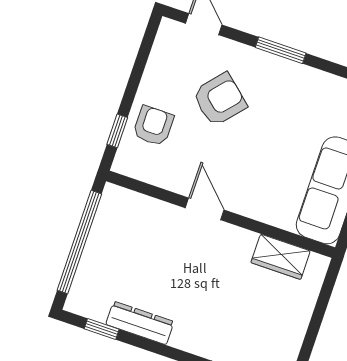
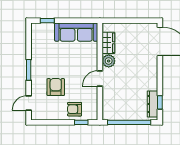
armchair: (220, 99) -> (56, 87), turned 49
plant: (238, 243) -> (109, 61), added
dresser: (140, 323) -> (152, 104), moved

